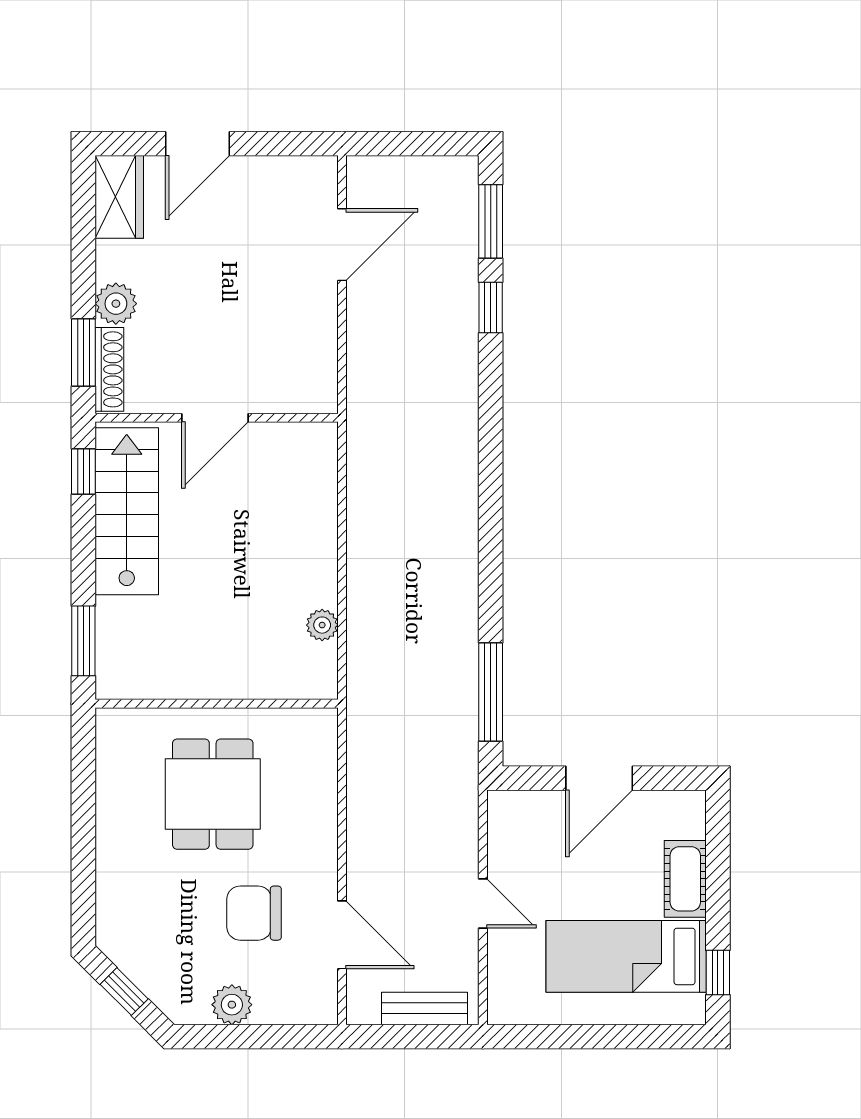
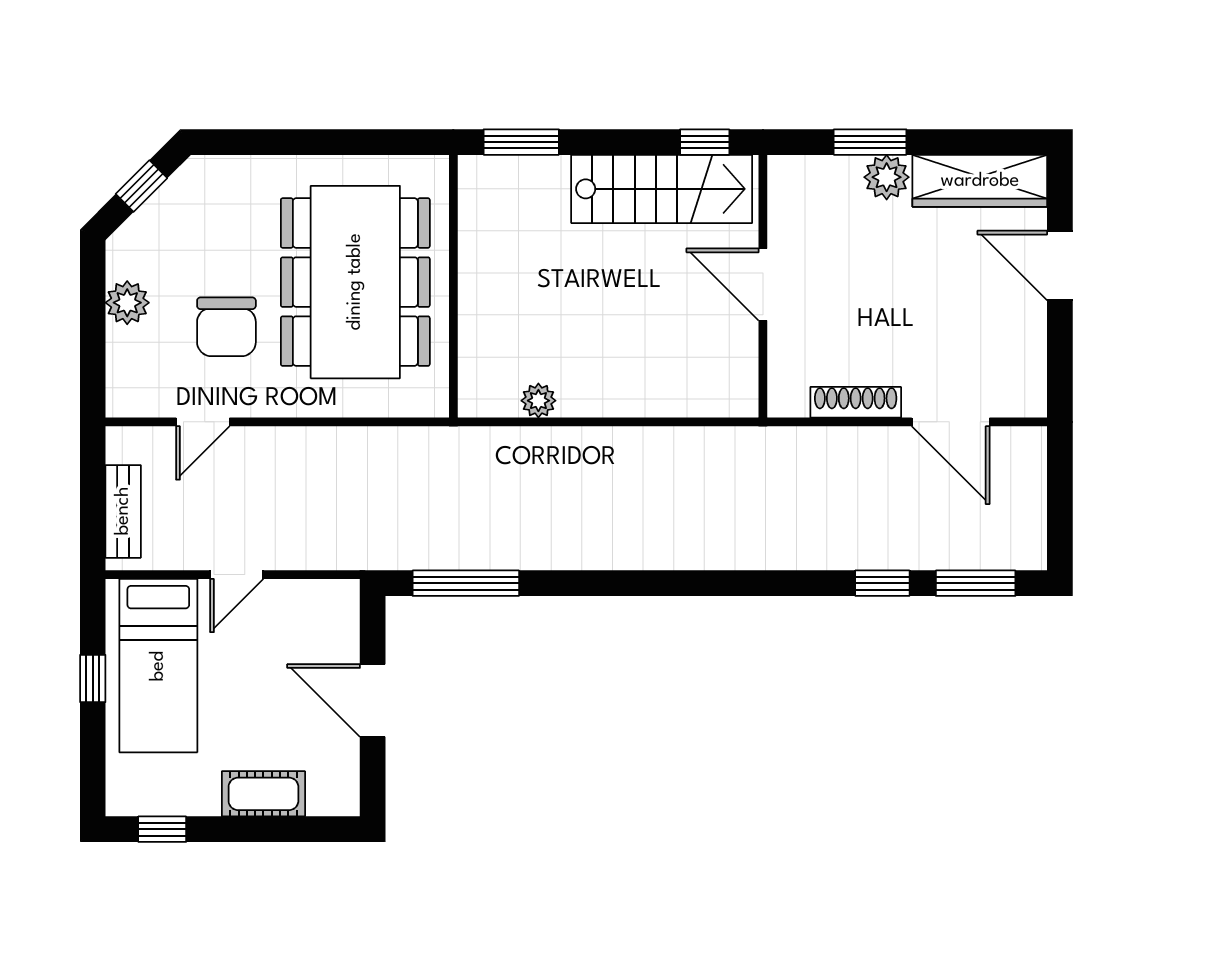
wardrobe: (119, 197) -> (980, 181), width x1.50
window: (83, 352) -> (870, 142), moved
shoe rack: (109, 369) -> (856, 402), moved, turned 180
dining table: (213, 794) -> (355, 282), width x1.88, depth x1.24
chair: (254, 913) -> (226, 327), turned 180
door: (342, 935) -> (203, 422), width x0.73
bed: (626, 956) -> (158, 666), moved, turned 180
window: (579, 1037) -> (93, 679), added

